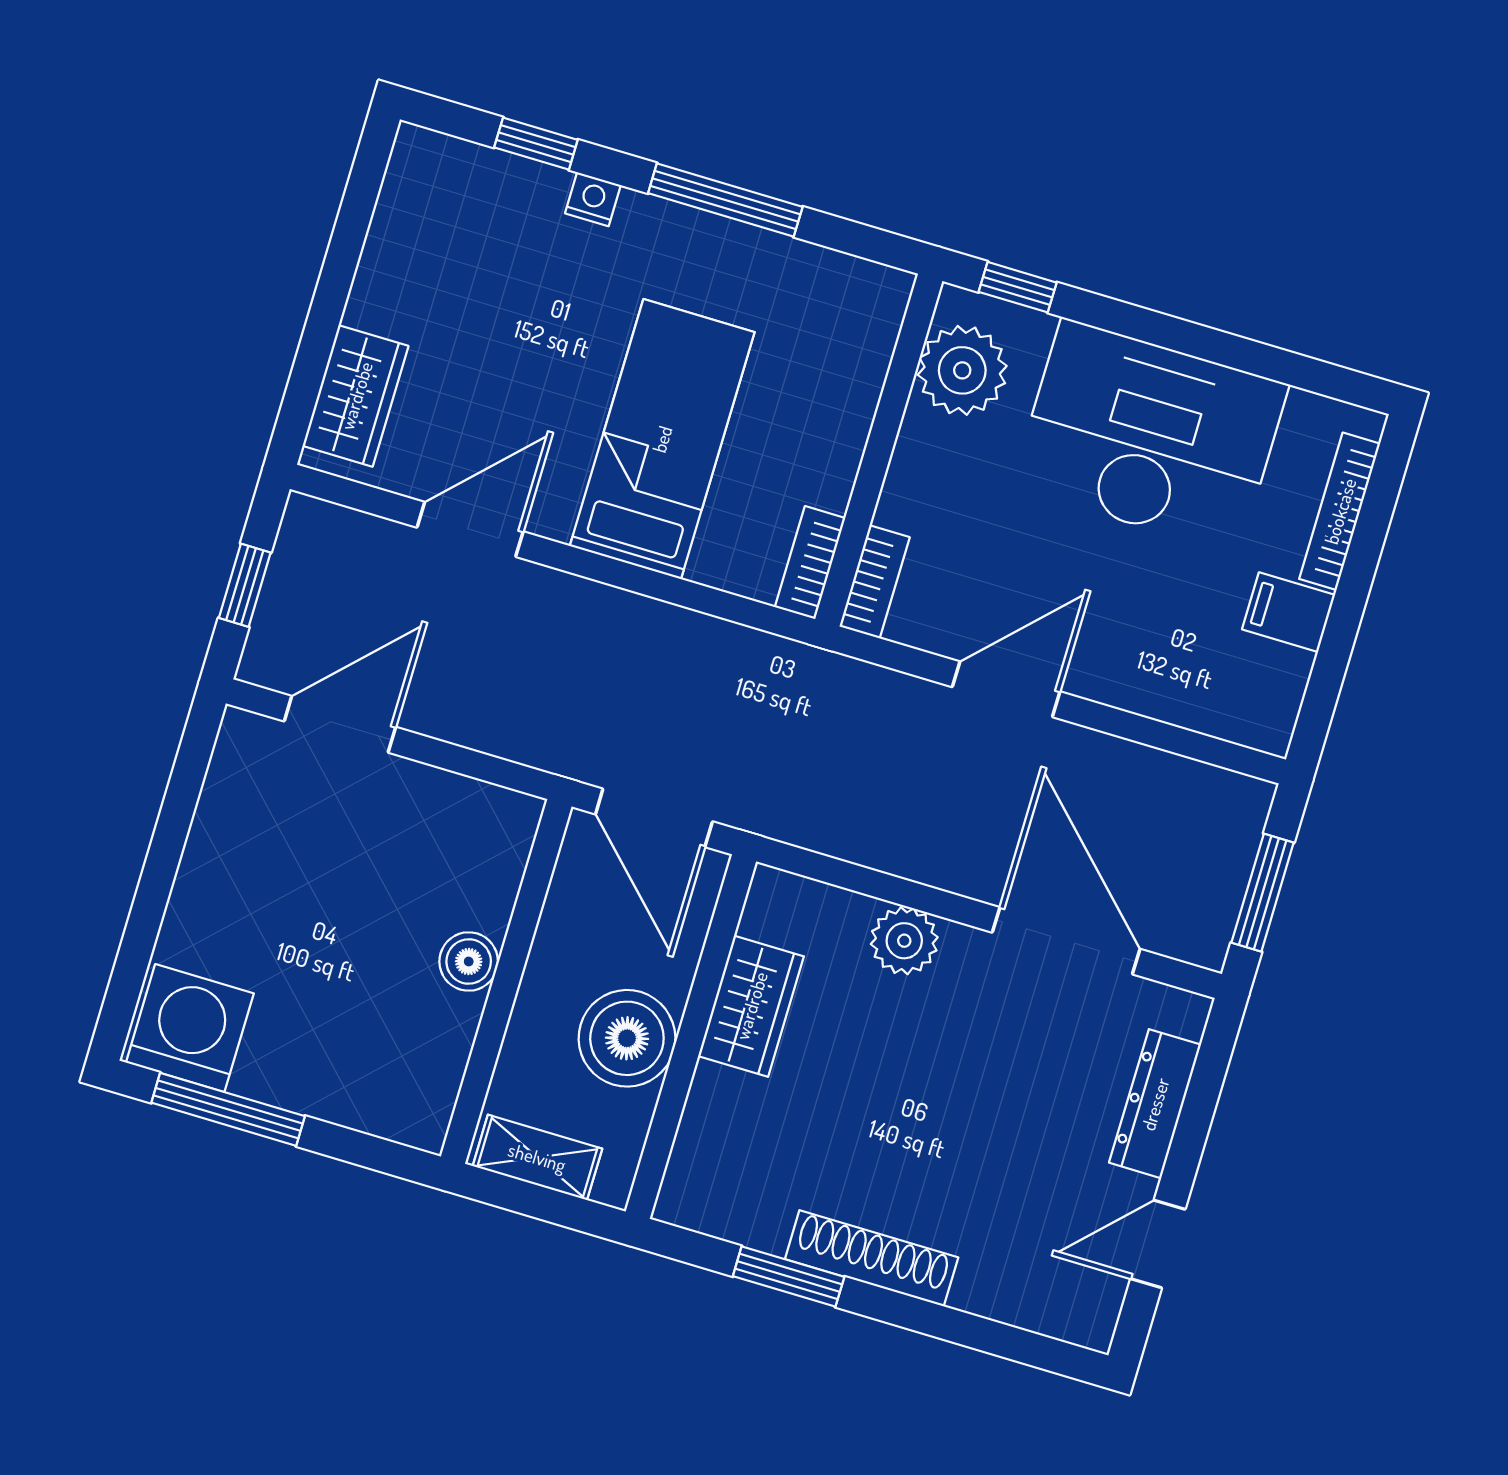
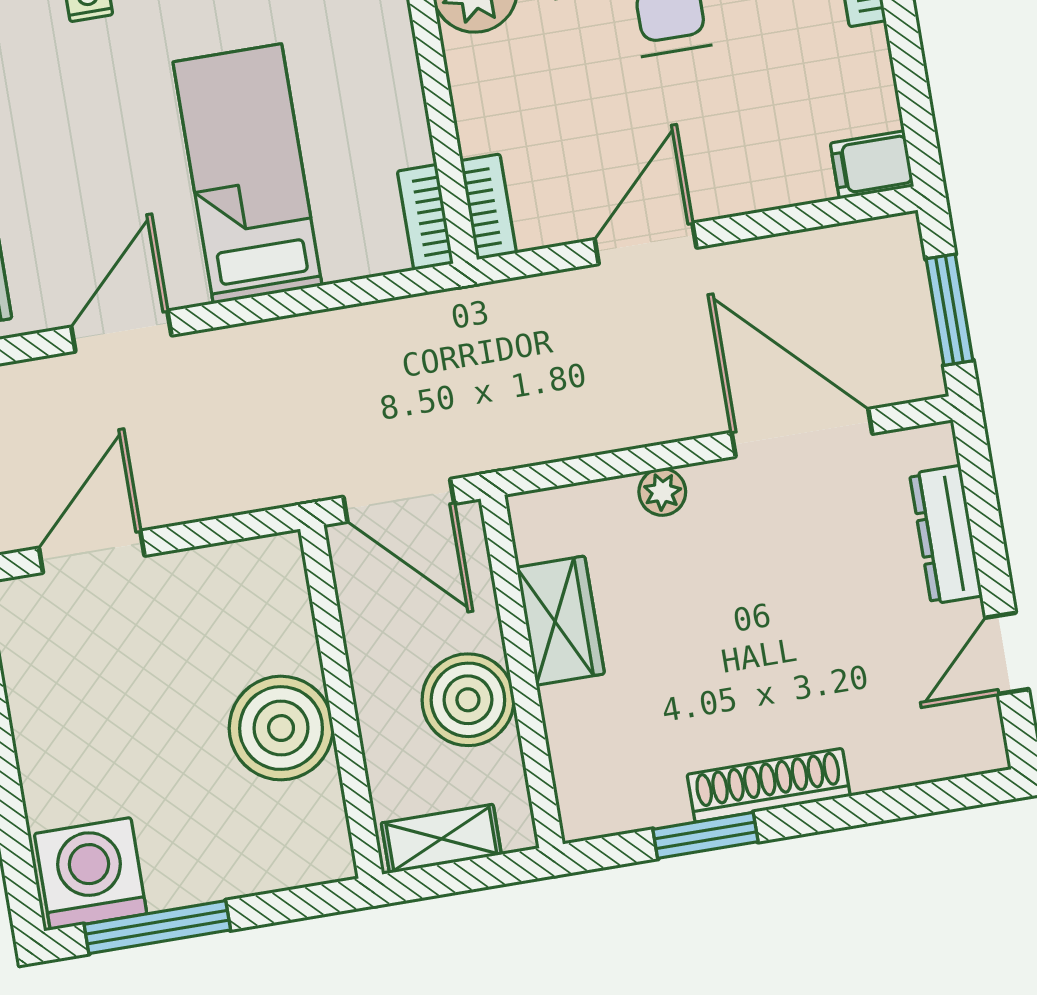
filing cabinet: (1289, 612) -> (872, 165), moved
plant: (904, 941) -> (662, 492), width x0.73, depth x0.73
boiler: (469, 961) -> (281, 728), width x1.86, depth x1.86

